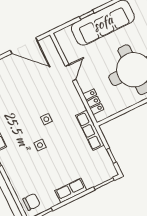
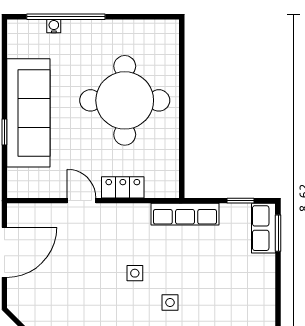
locker: (93, 102) -> (123, 187), moved
row of seats: (71, 190) -> (264, 228), moved

